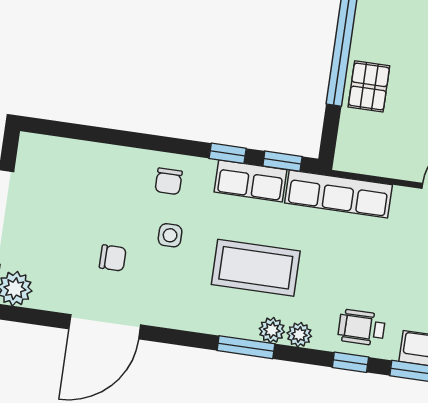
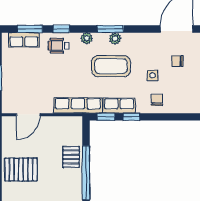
wheelchair: (361, 328) -> (59, 46), turned 180
plant: (272, 330) -> (115, 39), moved

